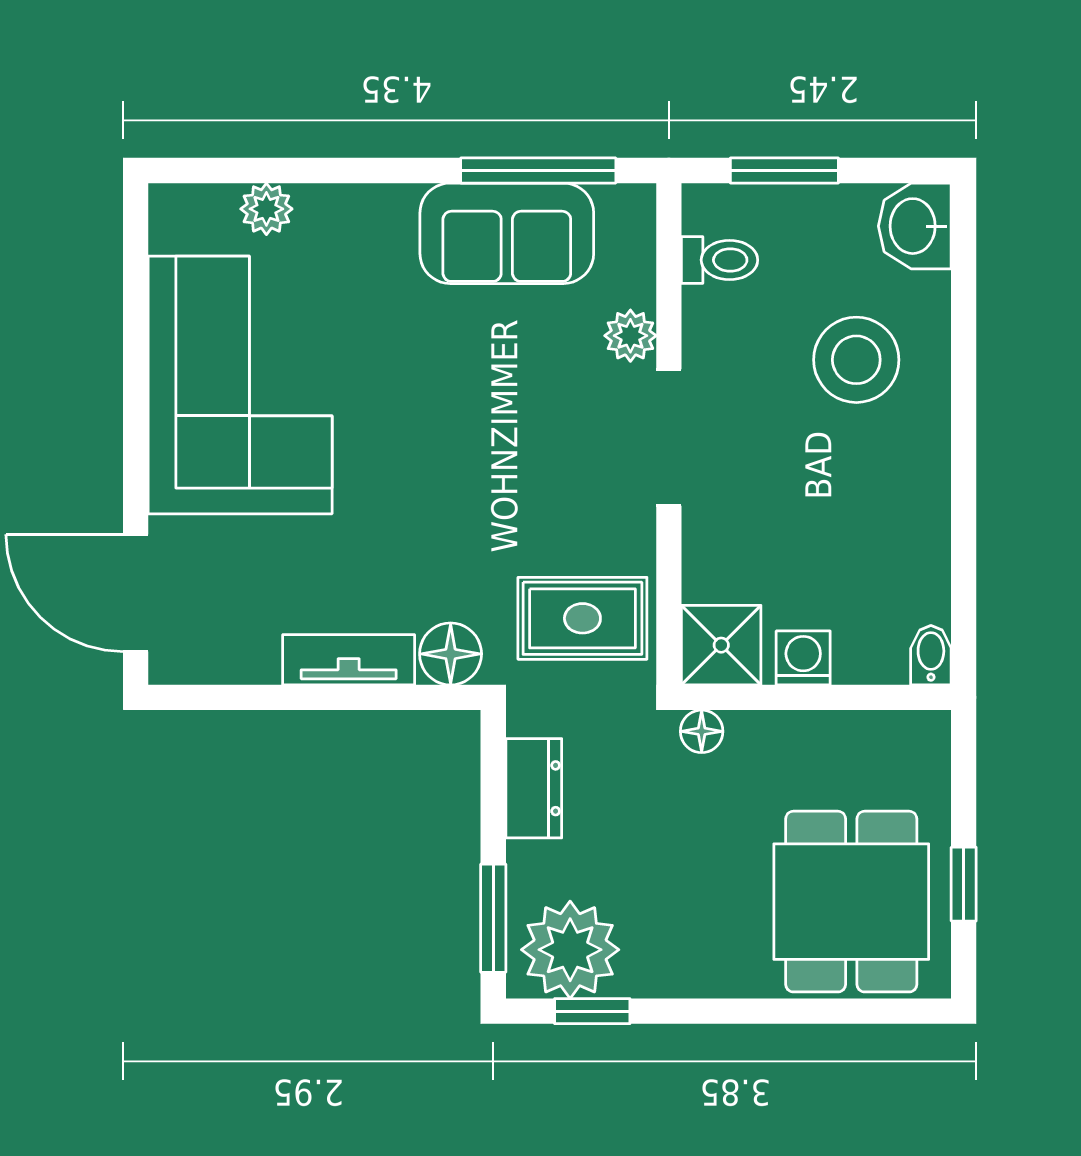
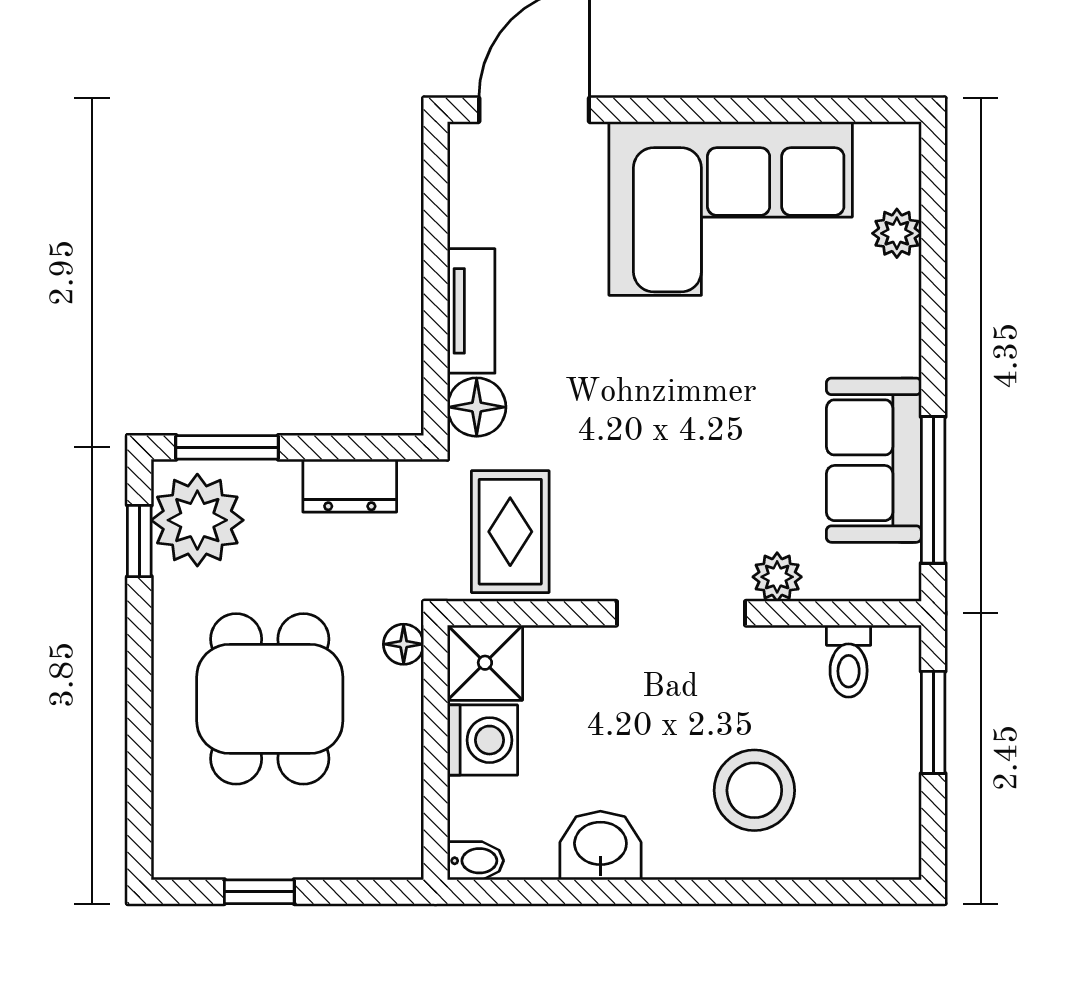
washbasin: (915, 226) -> (600, 845), moved
washing machine: (803, 658) -> (482, 740), width x1.38, depth x1.38
dining table: (851, 902) -> (270, 699), moved, turned 90

